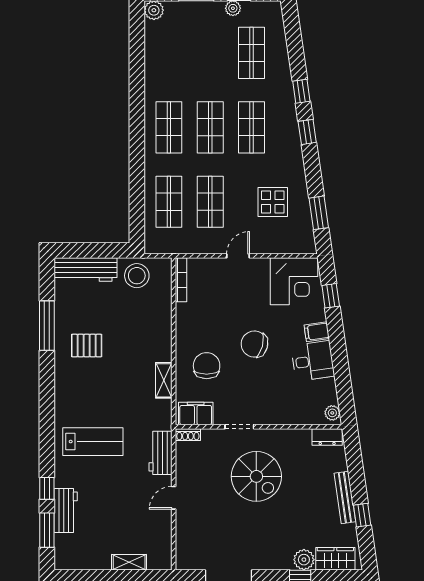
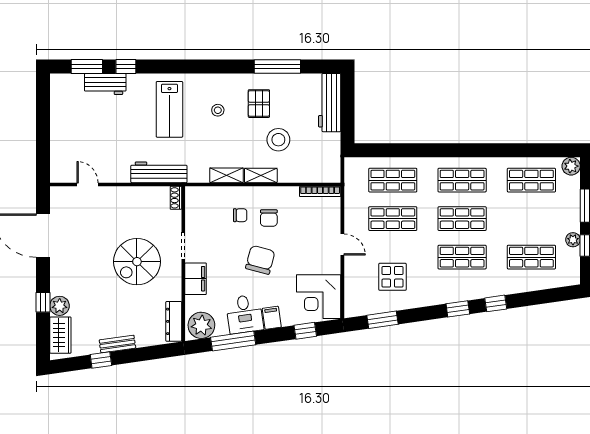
shop shelf: (169, 53) -> (531, 180), added
stool: (137, 276) -> (278, 140), moved
chair: (210, 335) -> (269, 218), added
chair: (207, 366) -> (240, 215), width x0.54, depth x0.54
window: (342, 373) -> (233, 341), added
stool: (94, 390) -> (218, 110), added
filing cabinet: (196, 413) -> (196, 279), moved
plant: (332, 413) -> (201, 325), width x1.88, depth x1.88
dresser: (327, 437) -> (174, 321), width x1.44
workbench: (160, 453) -> (159, 172), width x1.38
bench: (345, 497) -> (117, 344), width x0.73
door: (174, 498) -> (87, 185), moved
shelving: (129, 562) -> (261, 175), moved, turned 90

